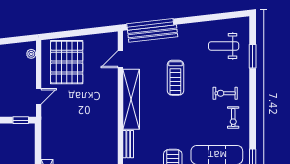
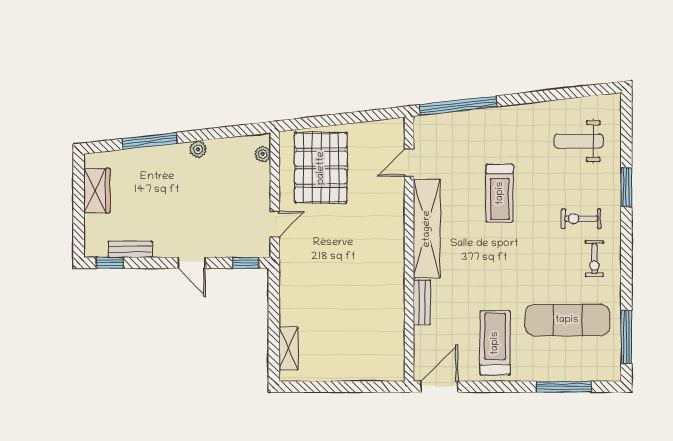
bench: (153, 33) -> (462, 121), removed
window: (253, 56) -> (626, 187), moved

